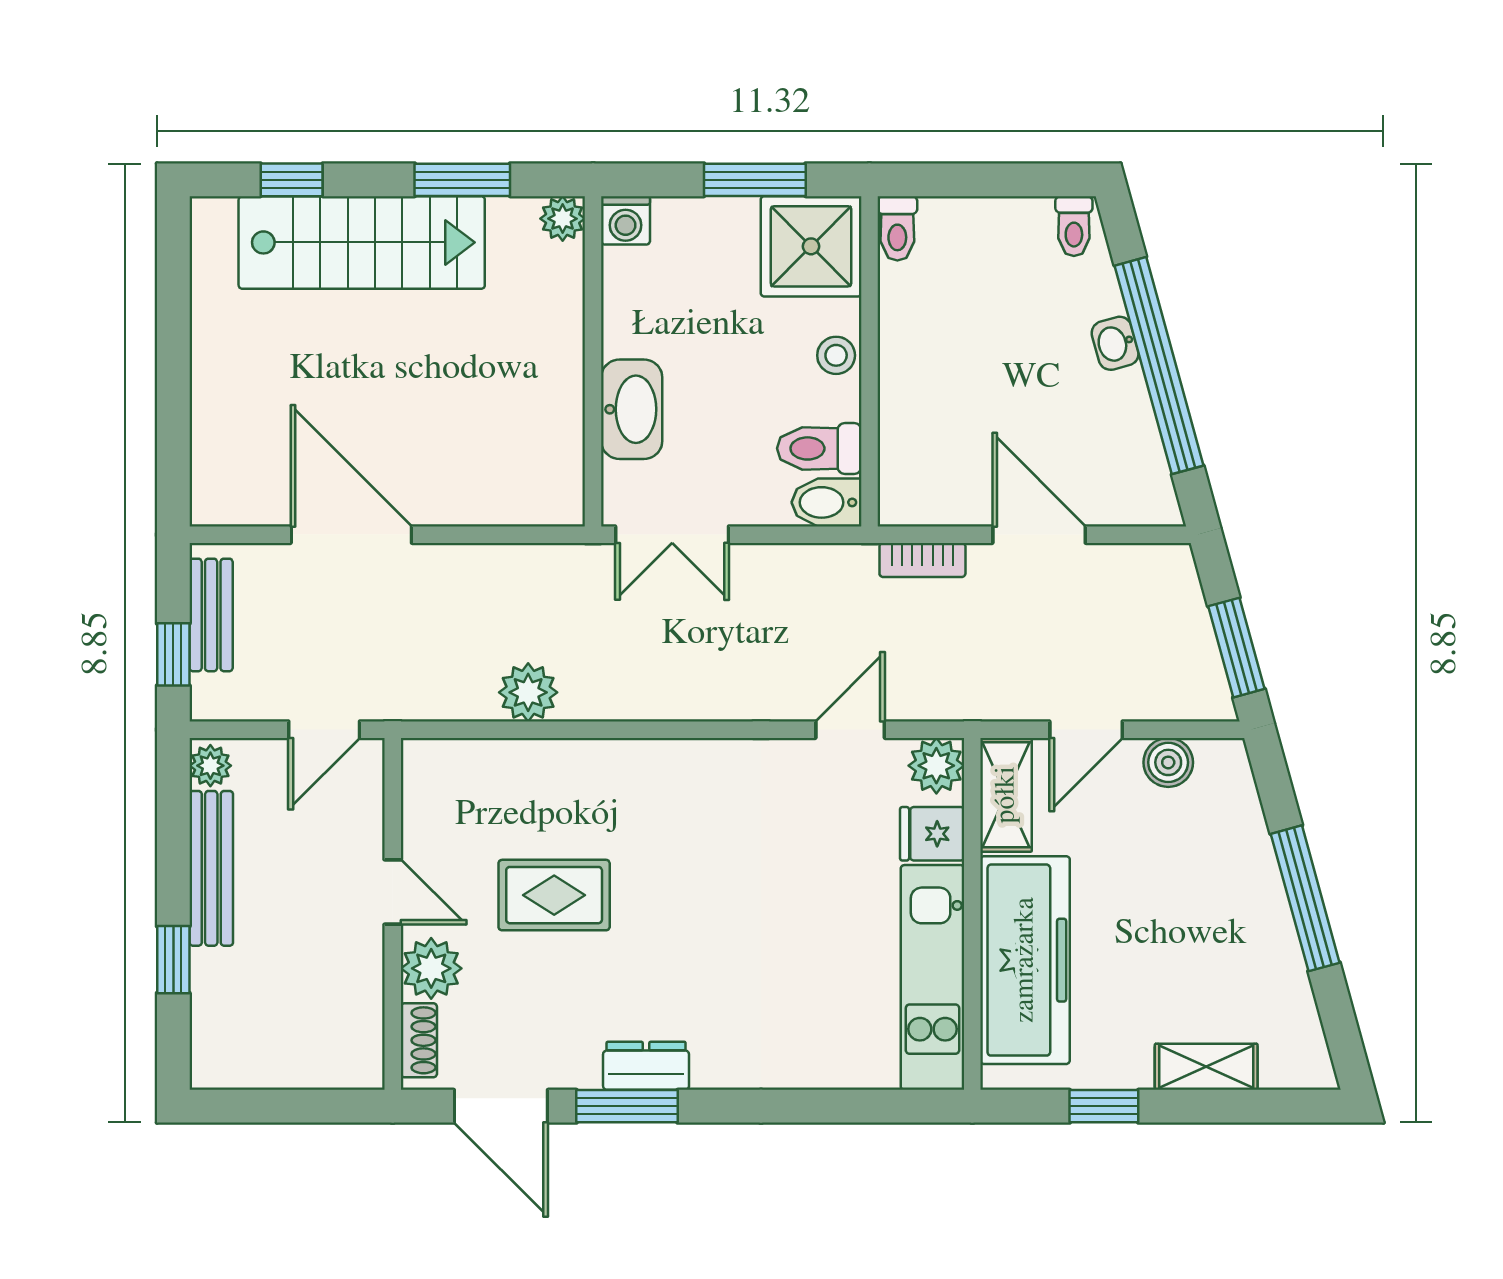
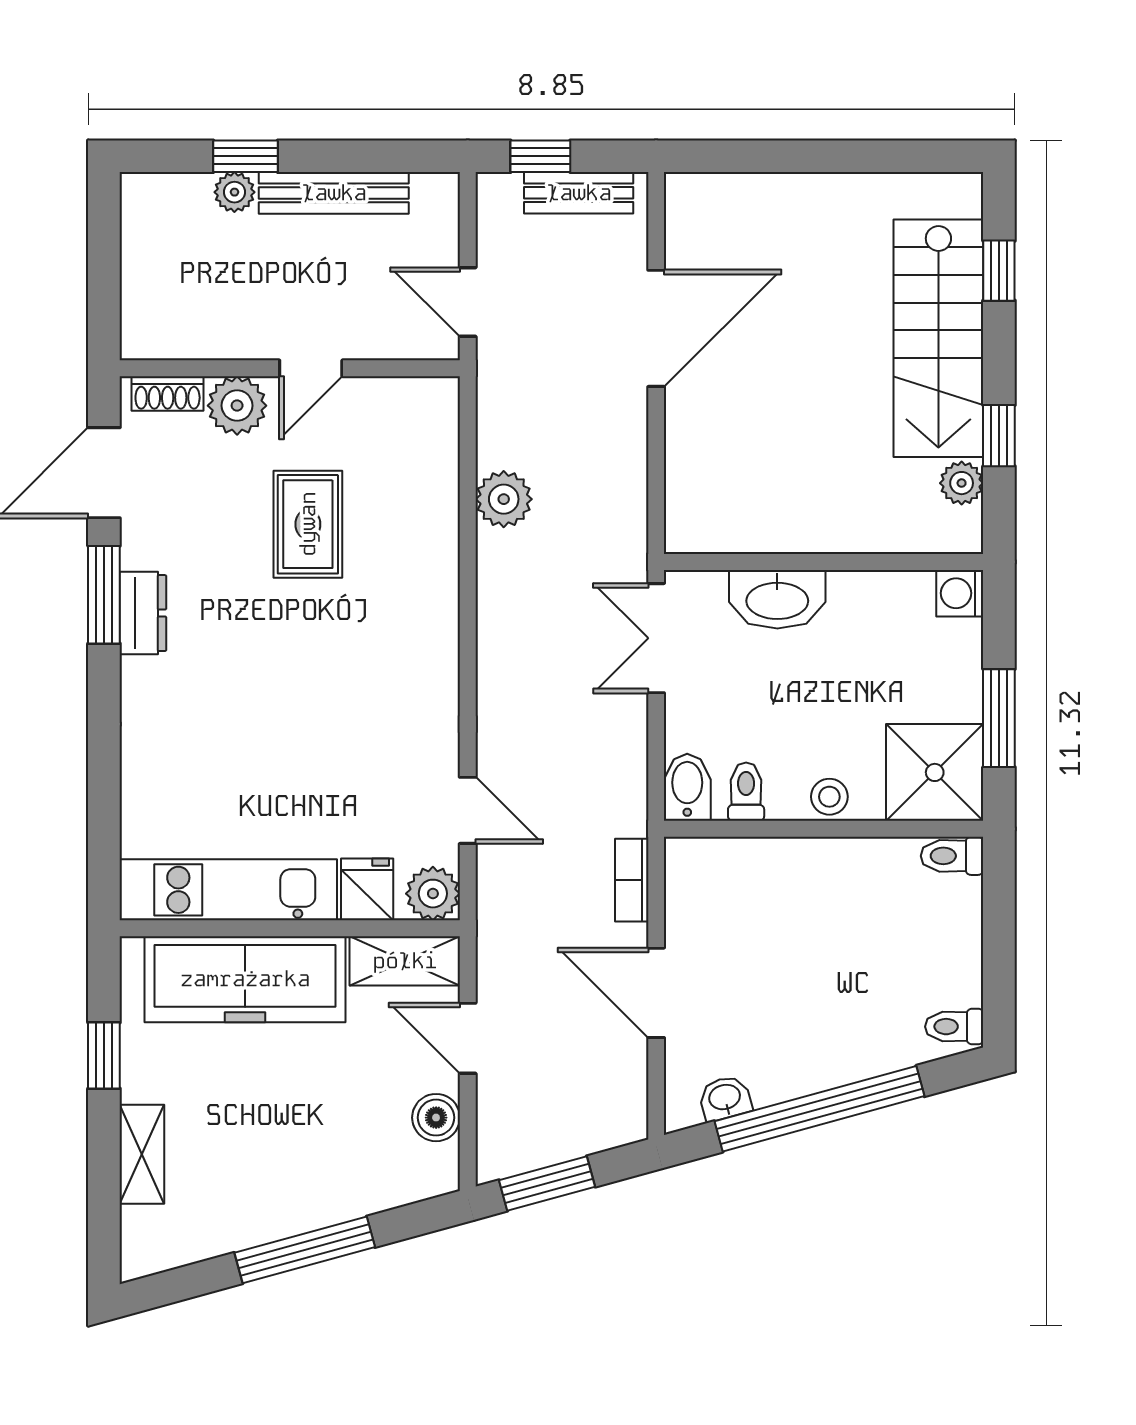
window: (462, 180) -> (999, 436), width x0.67
plant: (563, 219) -> (962, 483), moved
washbasin: (1115, 343) -> (725, 1098), moved
toilet: (819, 448) -> (746, 792), width x0.73, depth x0.72
door: (1039, 535) -> (656, 993), swing flipped
plant: (210, 766) -> (234, 192), moved

